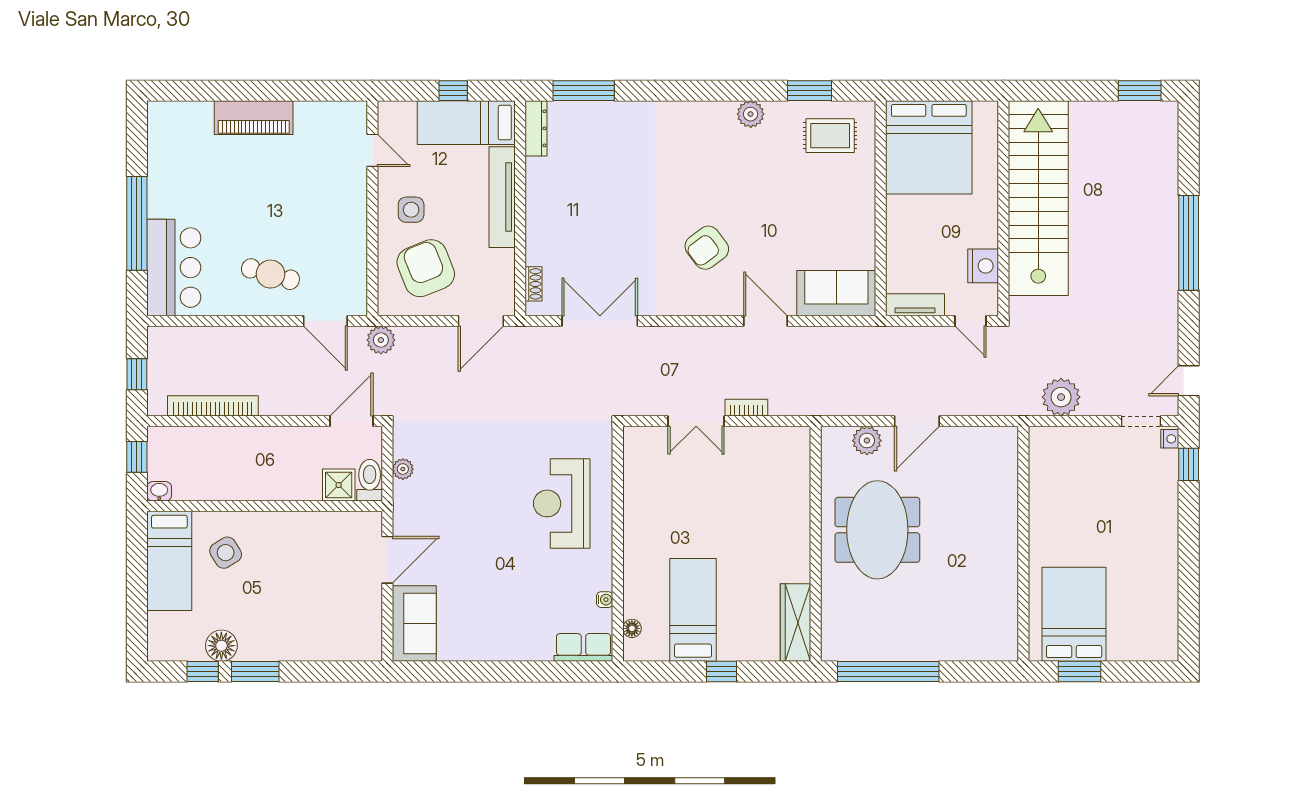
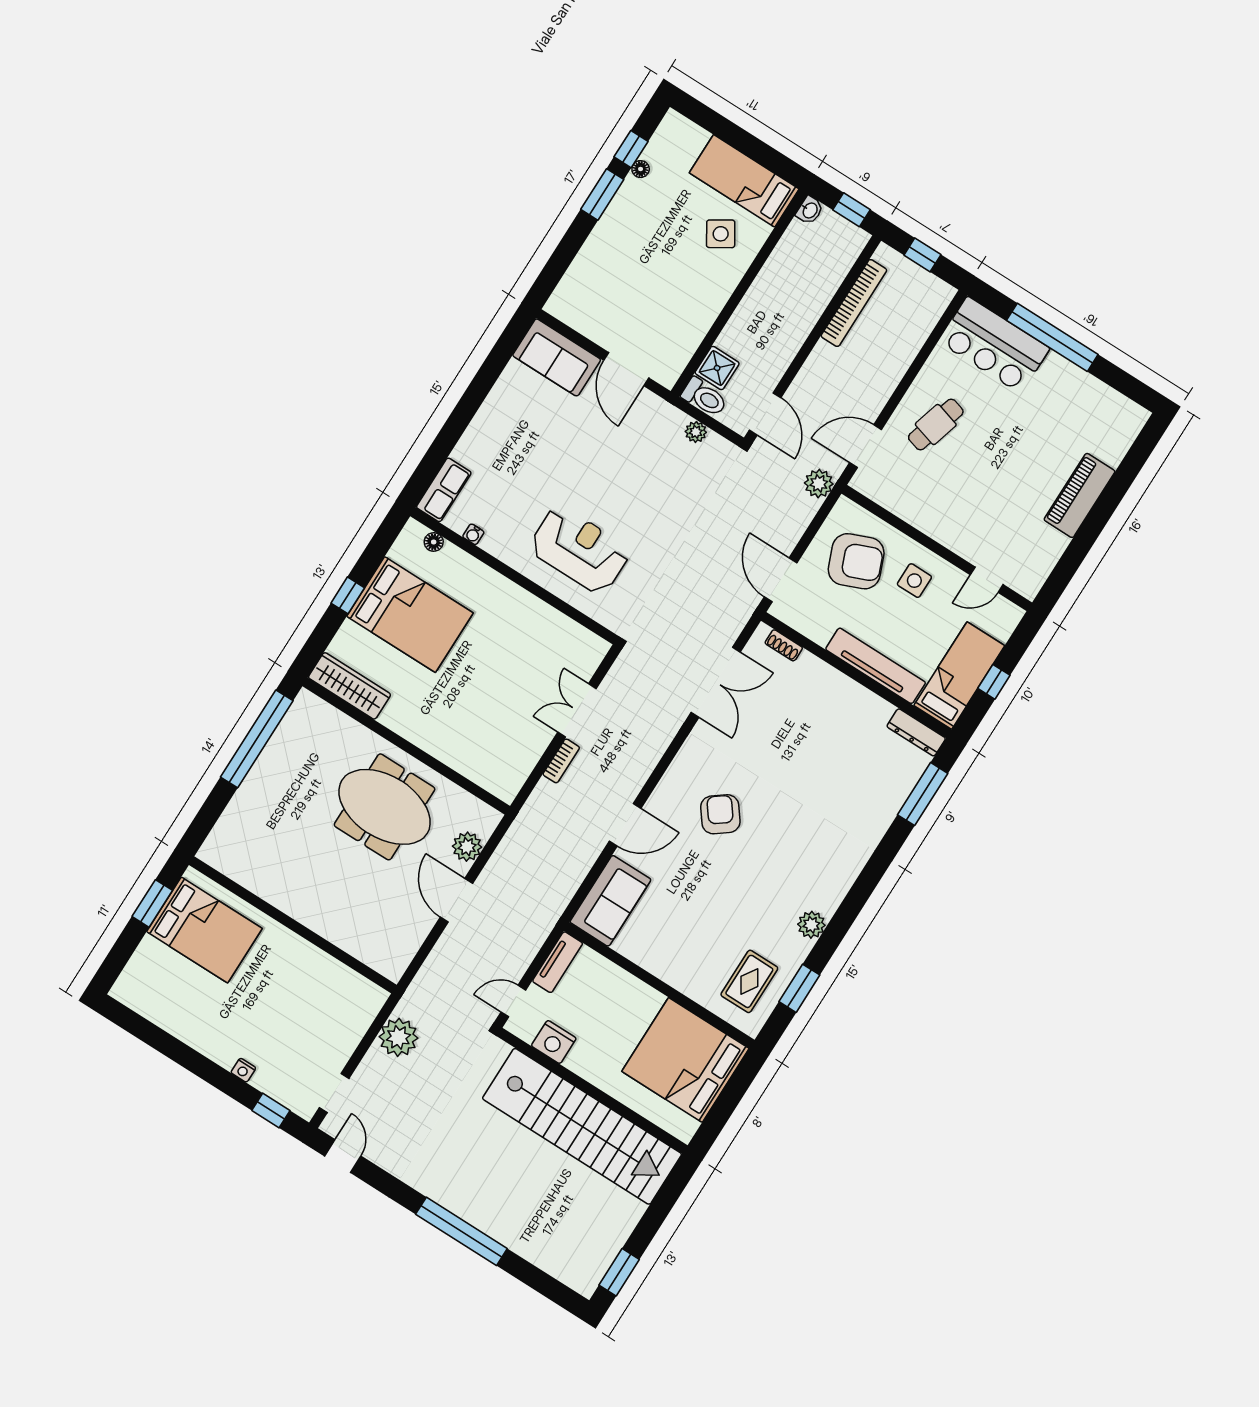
nightstand: (1170, 439) -> (243, 1070), moved
bed: (693, 610) -> (410, 615), width x1.50
floor lamp: (221, 646) -> (641, 169), width x0.53, depth x0.53

